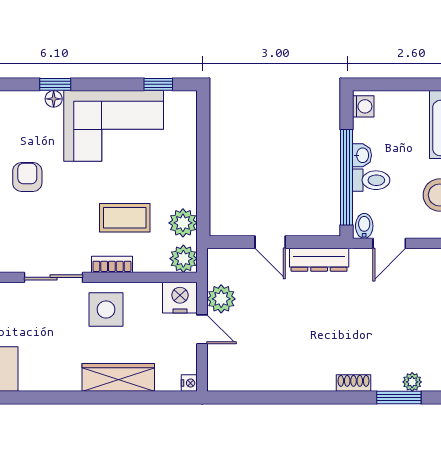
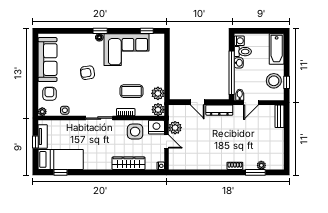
armchair: (27, 177) -> (87, 73), turned -99
toilet: (371, 180) -> (243, 52), moved
side table: (106, 309) -> (135, 132), moved

